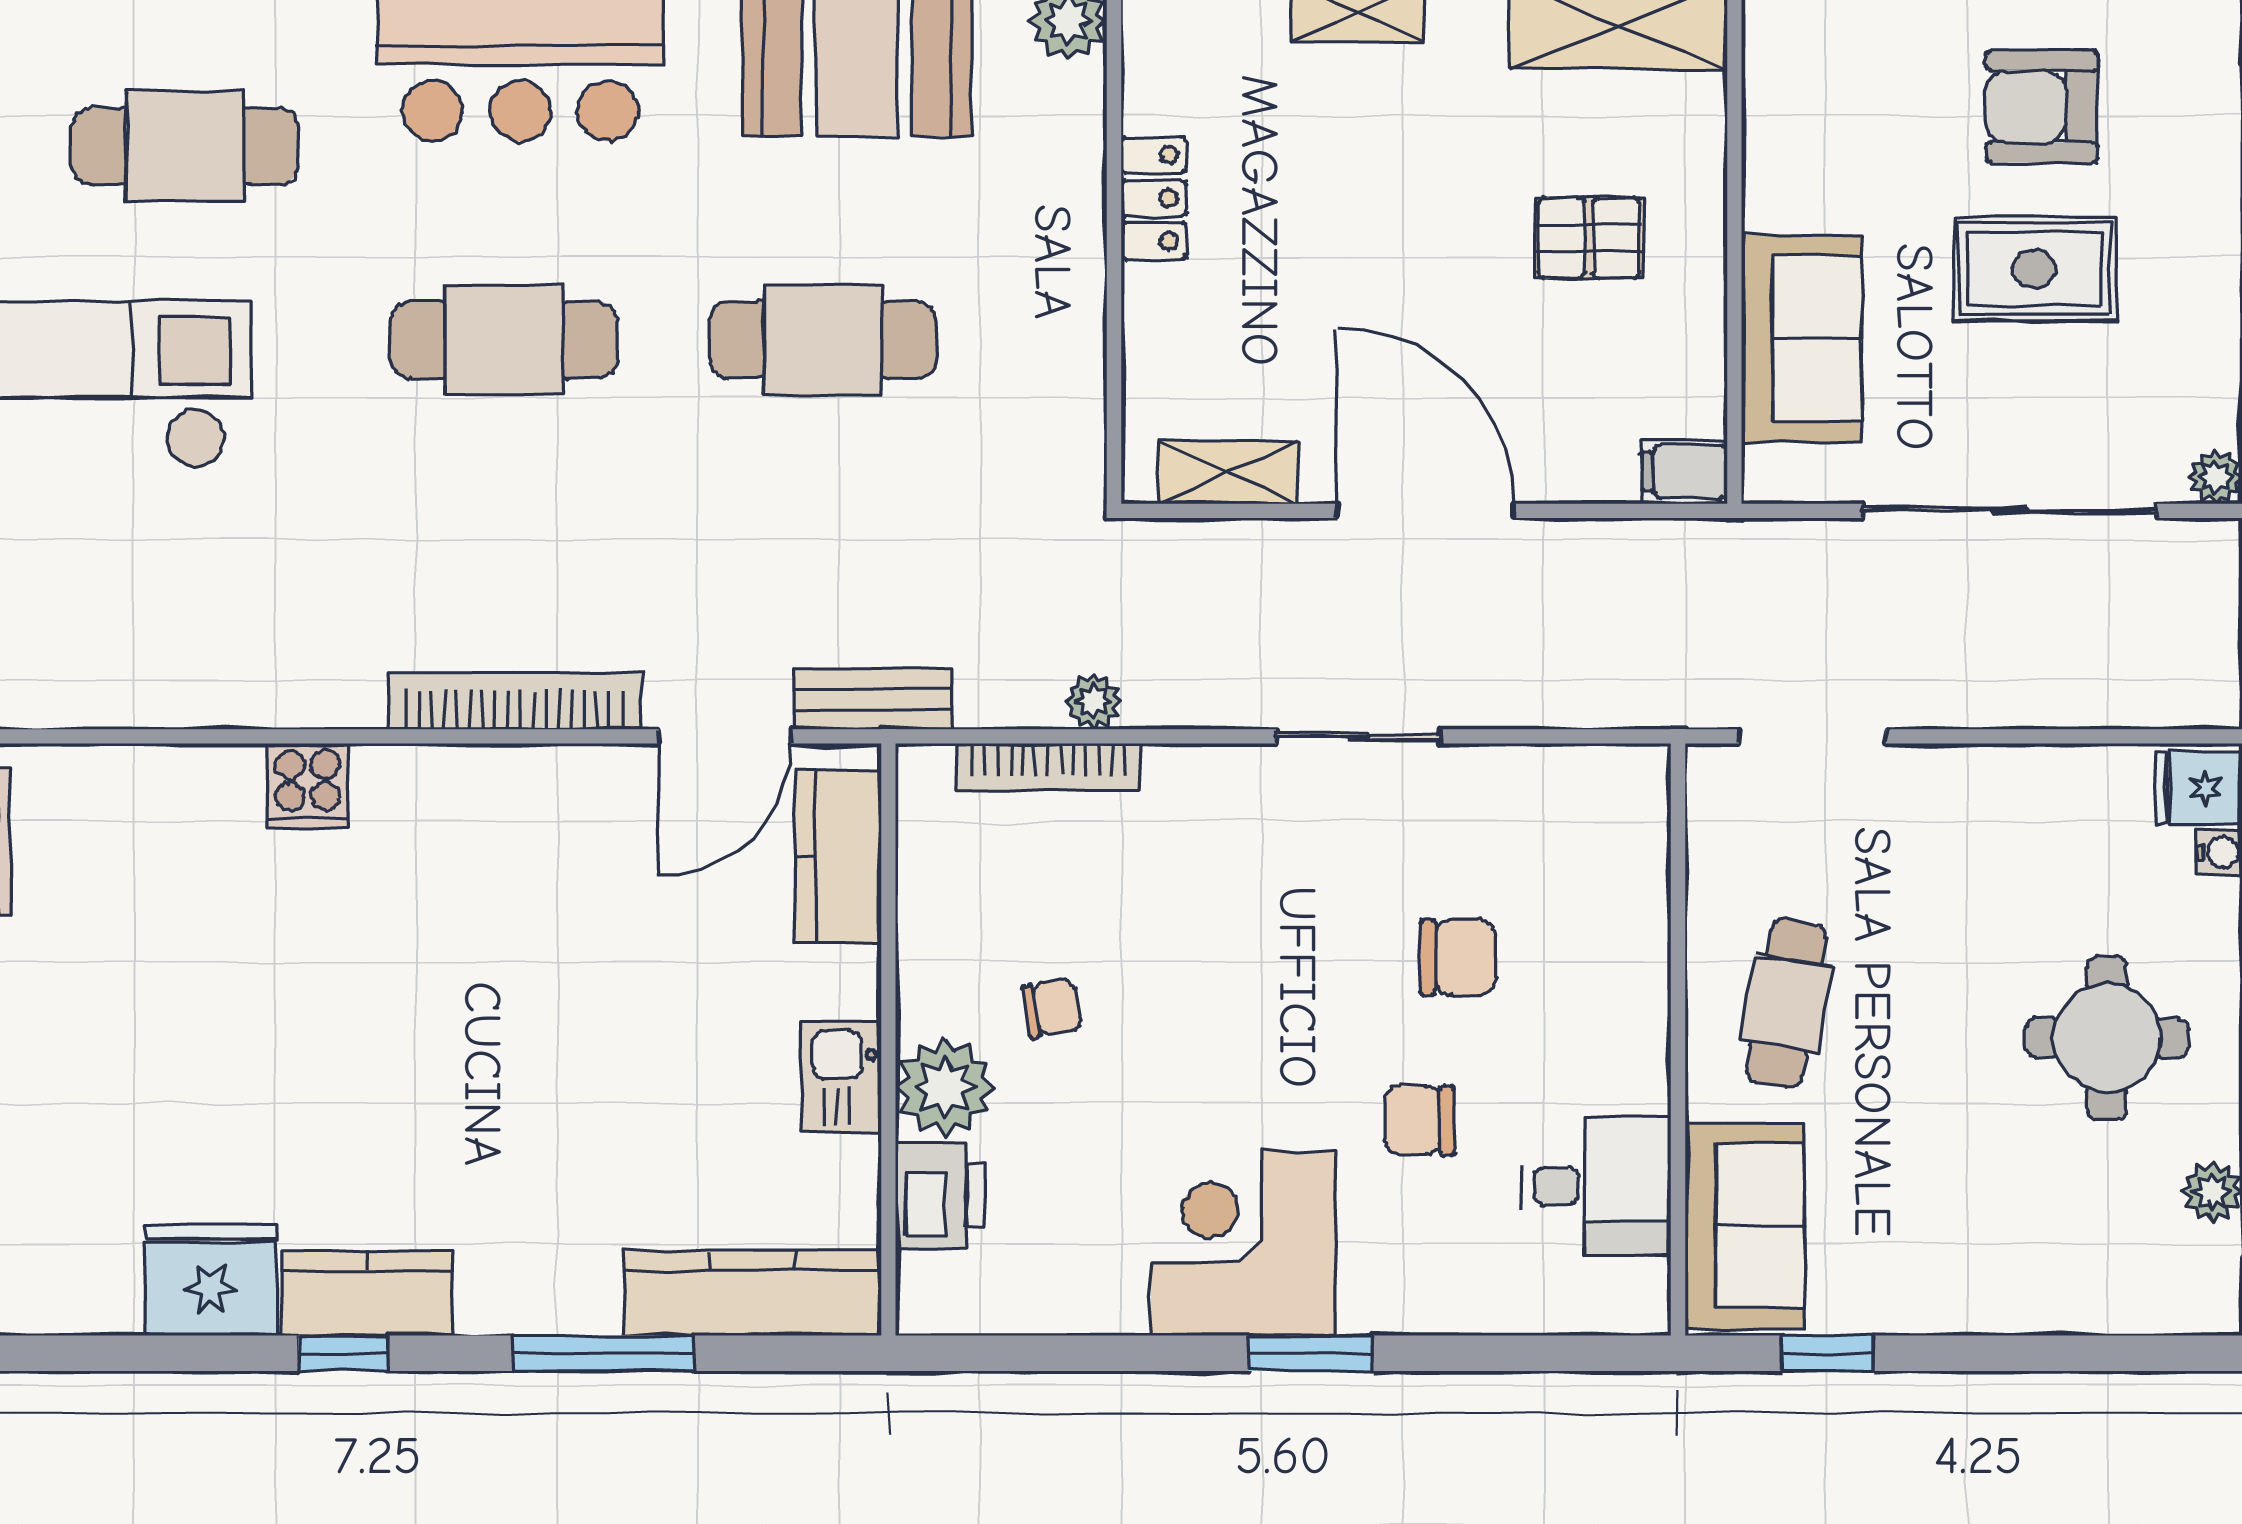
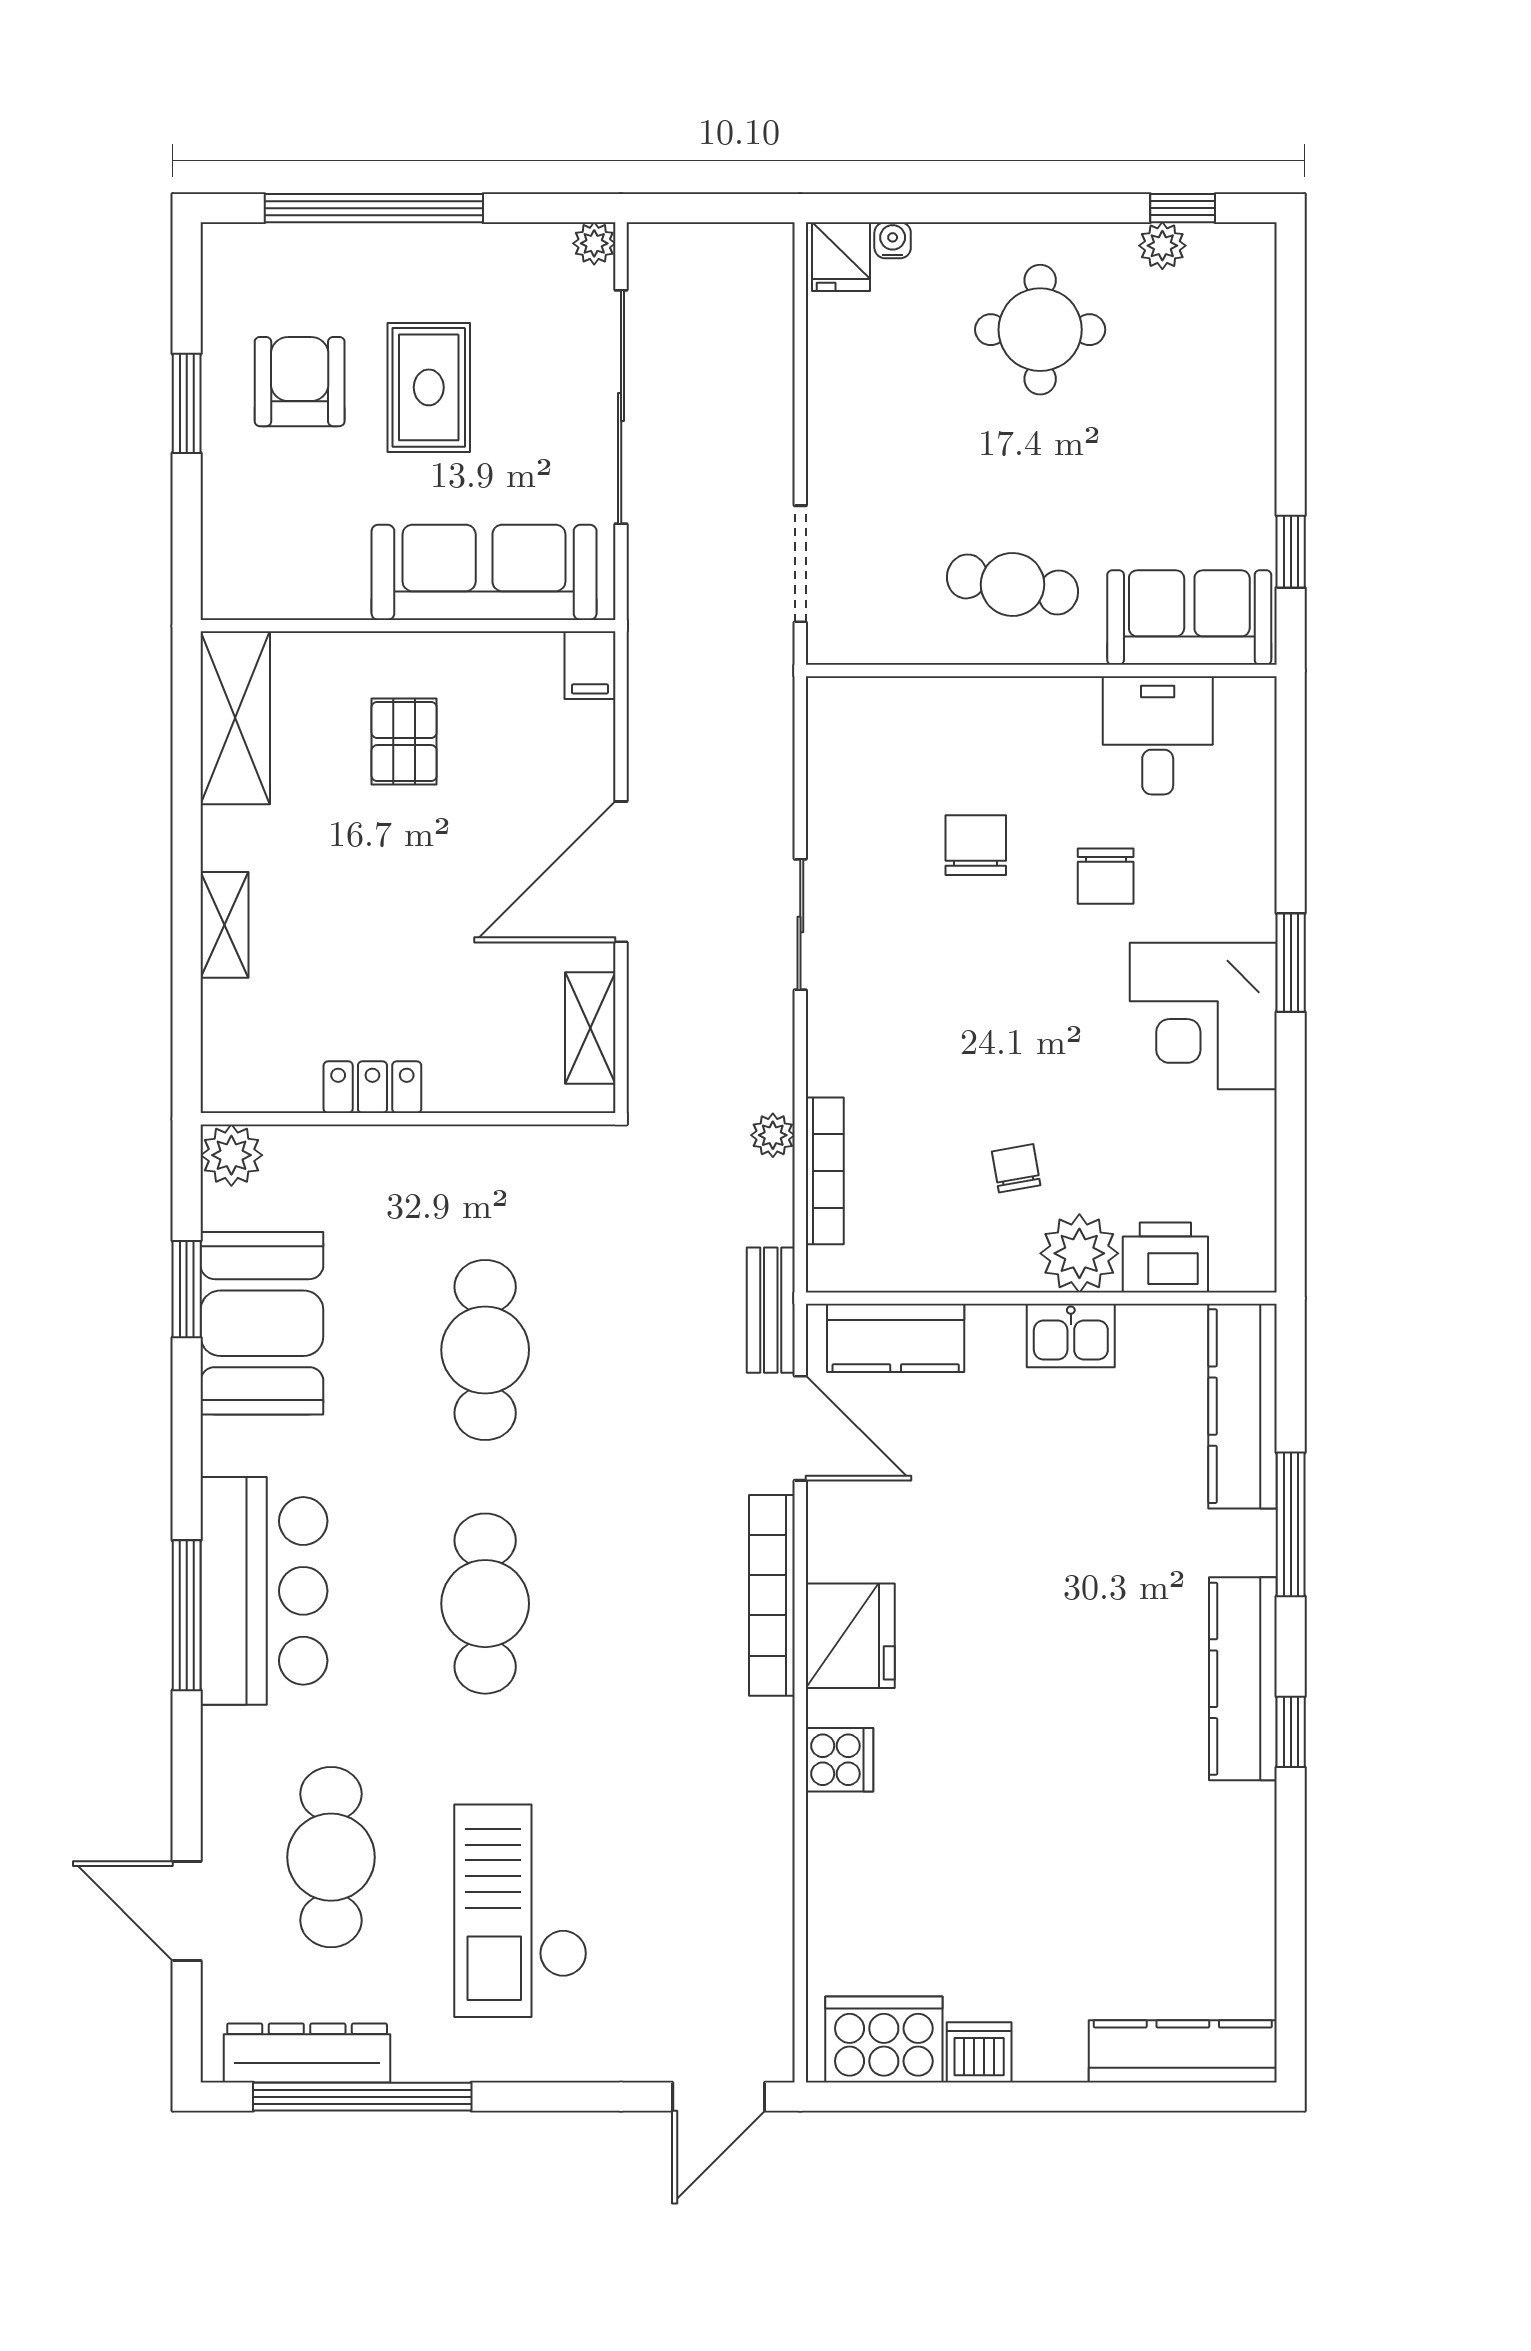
armchair: (2041, 106) -> (300, 382), turned 180
sofa: (1802, 338) -> (484, 572), width x1.36
fridge: (210, 1280) -> (850, 1636), moved, turned 180
kitchen counter: (367, 1293) -> (1243, 1679), width x1.50

